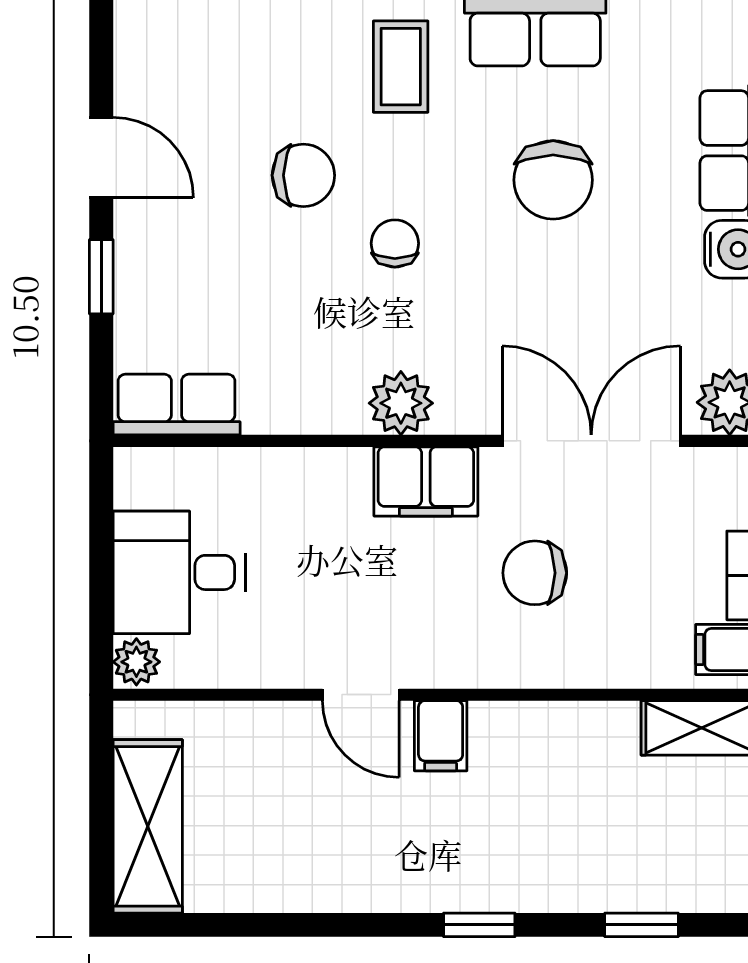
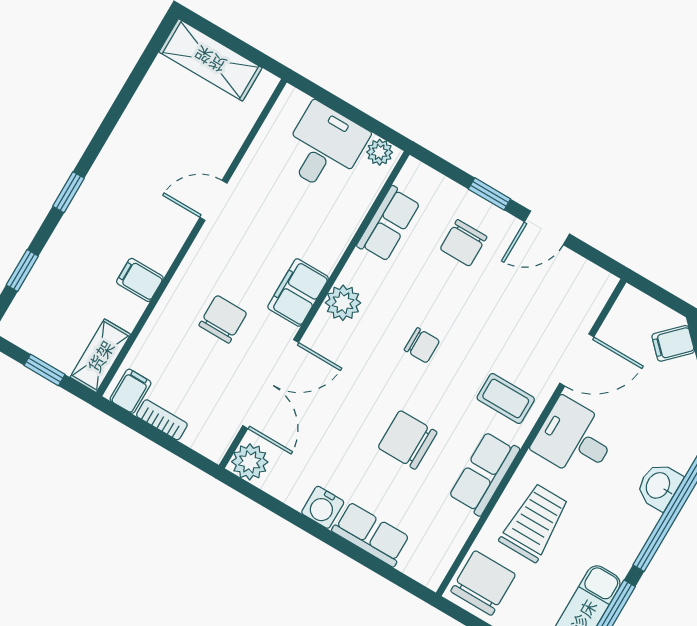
chair: (303, 175) -> (463, 243), moved
row of seats: (177, 405) -> (388, 224), moved
plant: (136, 662) -> (380, 152), moved
filing cabinet: (441, 736) -> (140, 280), moved

